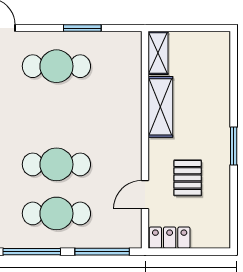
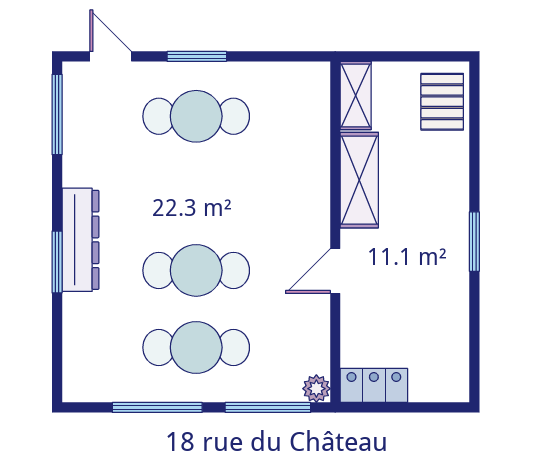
window: (82, 28) -> (197, 56), moved
pallet: (188, 178) -> (442, 102), moved
door: (145, 195) -> (335, 271), moved
plant: (133, 240) -> (316, 389), added

